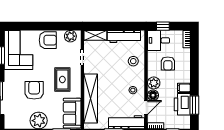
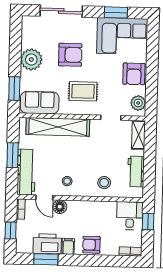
workbench: (124, 36) -> (136, 171), width x0.73
armchair: (168, 64) -> (91, 245), moved
plant: (154, 83) -> (76, 208), removed

